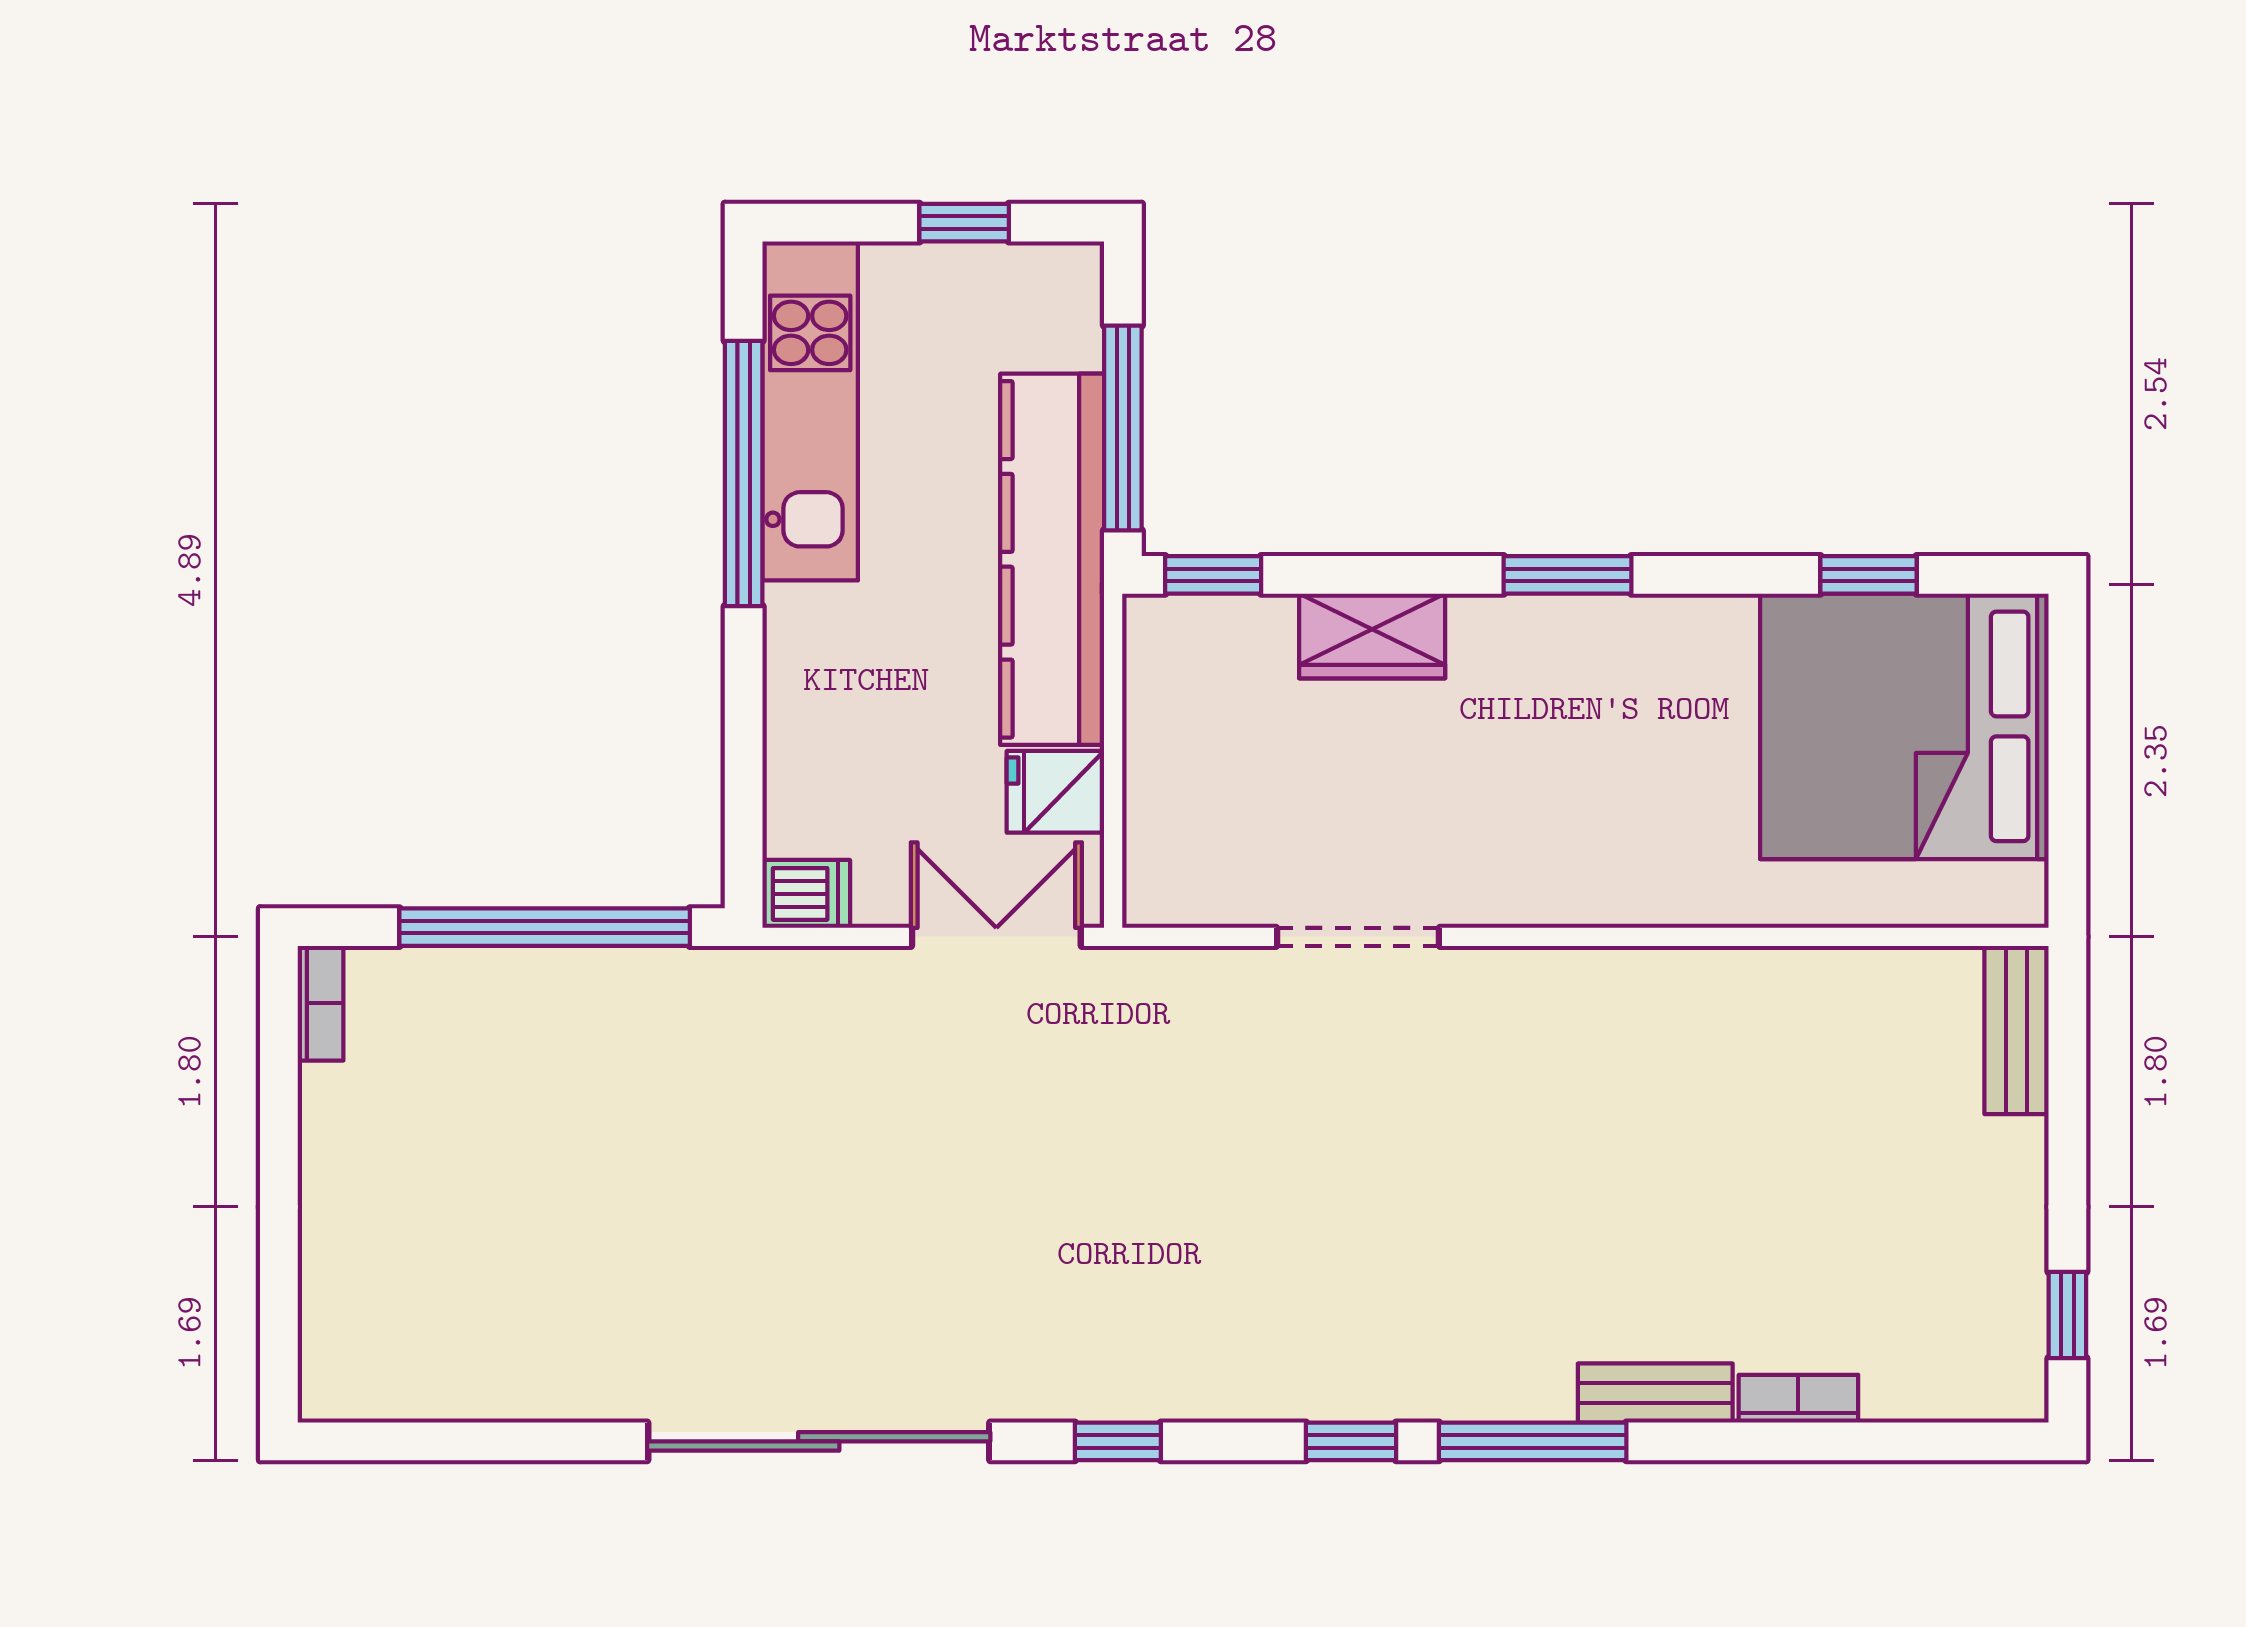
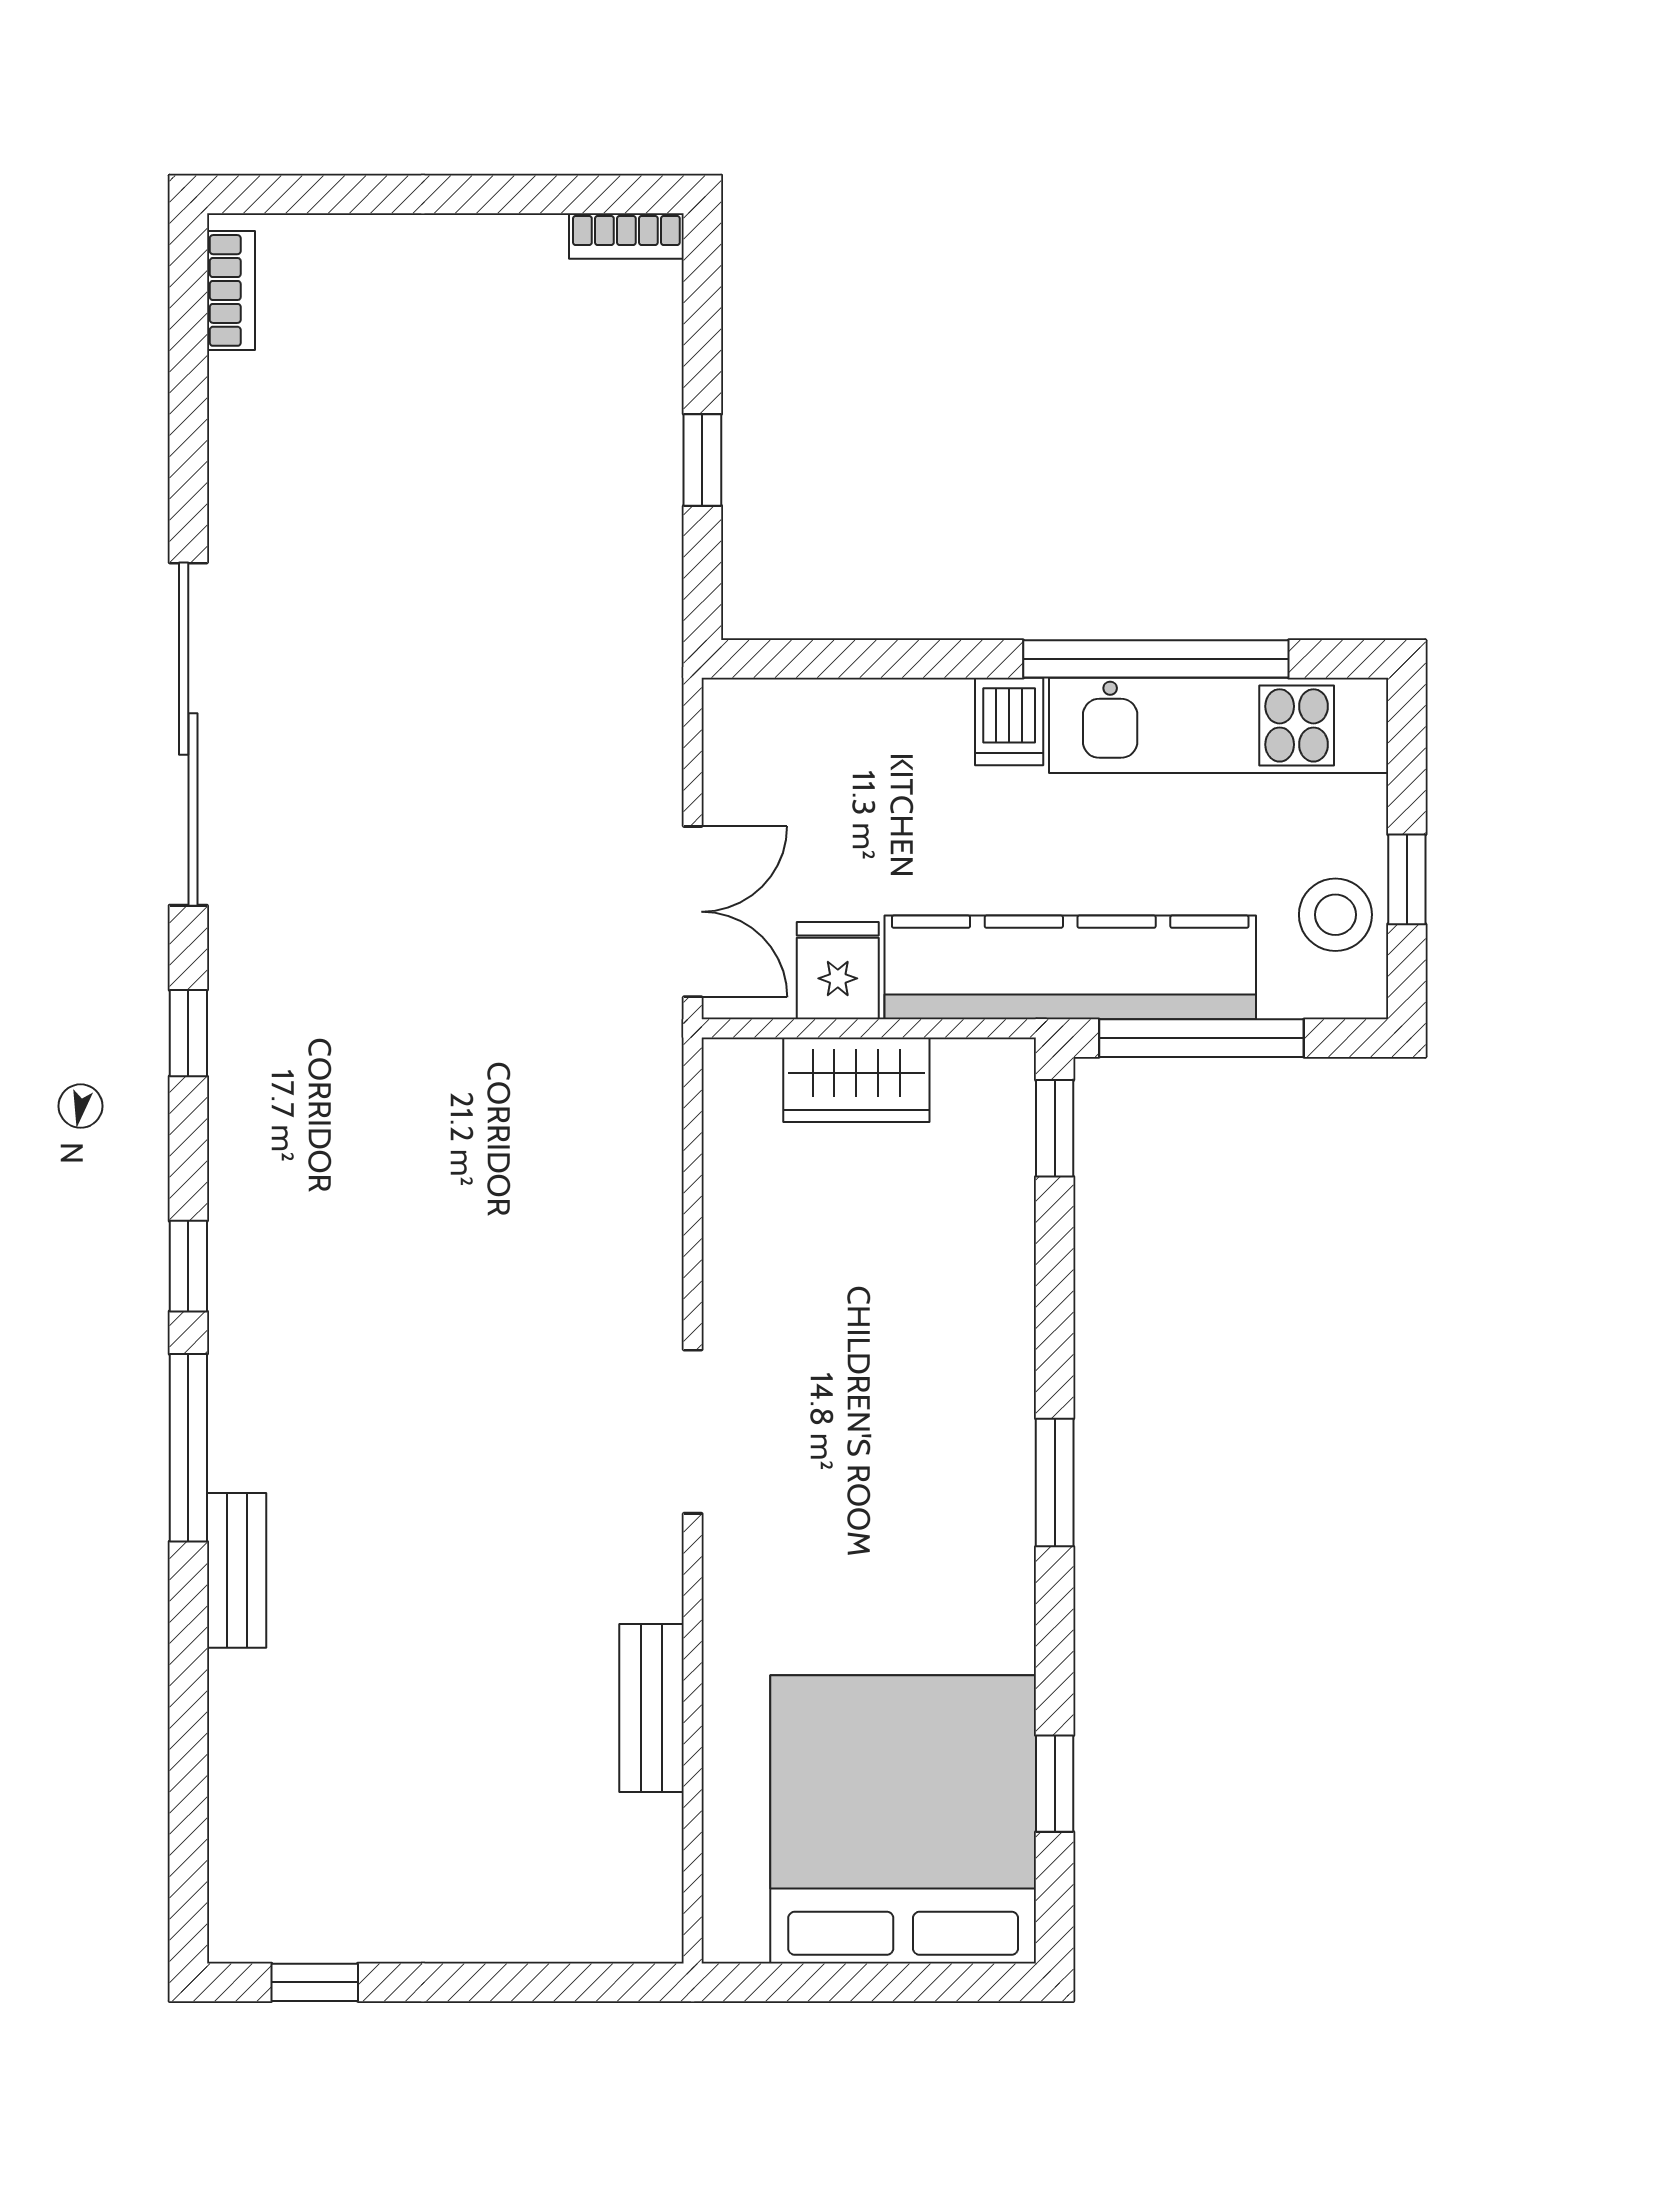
stool: (999, 294) -> (1335, 915), added
wardrobe: (1372, 636) -> (856, 1080), moved, turned -90
dishwasher: (806, 894) -> (1009, 722), moved
window: (545, 927) -> (702, 460), width x0.32
doorway: (1358, 937) -> (693, 1432), moved
bench: (2016, 1030) -> (652, 1708), moved, turned 90
bookcase: (1798, 1399) -> (231, 290), moved

